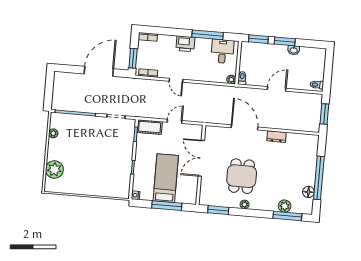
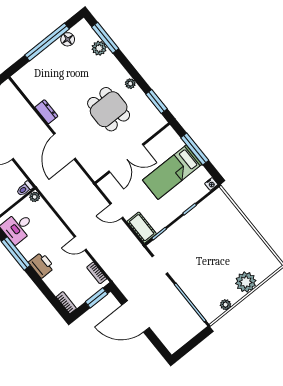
door: (176, 80) -> (80, 243), swing flipped
plant: (54, 169) -> (246, 282), moved
dining table: (242, 176) -> (109, 109), turned 90

